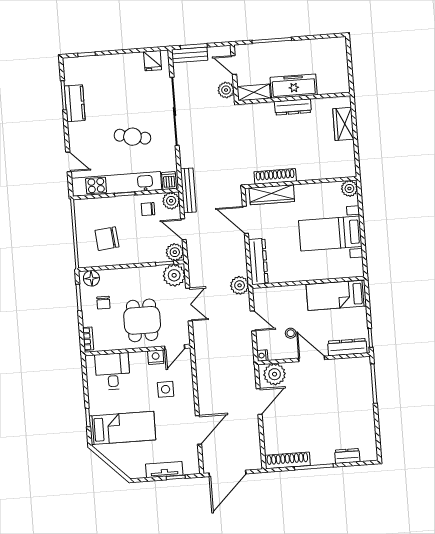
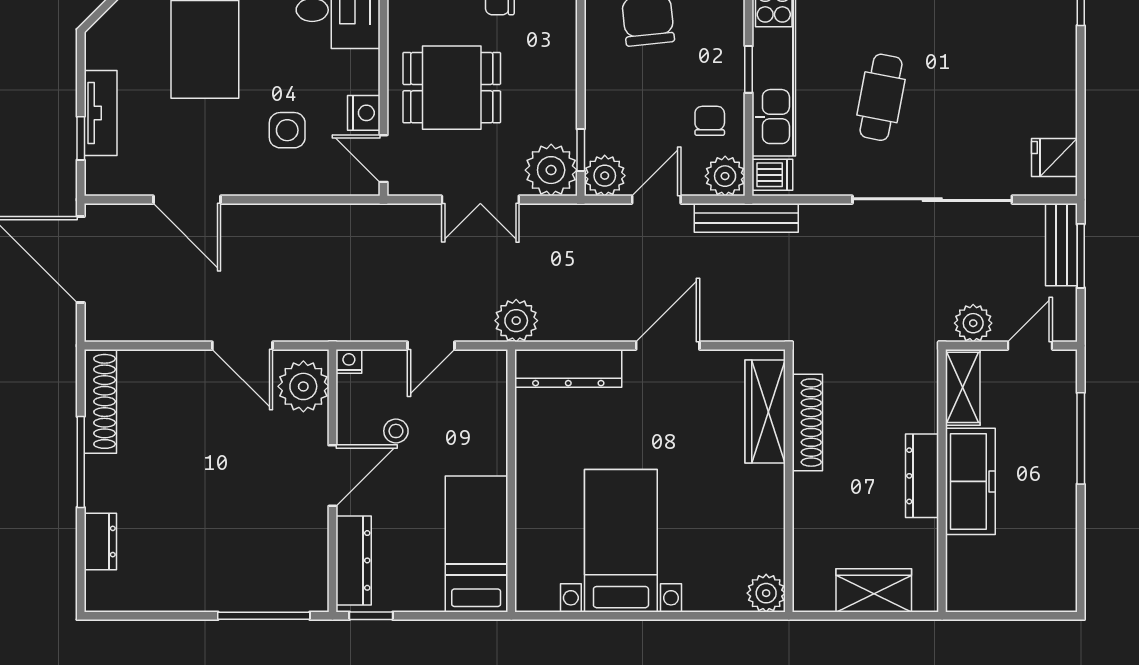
shoe rack: (275, 176) -> (807, 423), moved
wall: (301, 182) -> (789, 481), moved
plant: (349, 189) -> (766, 593), moved
wardrobe: (272, 195) -> (765, 412), moved

